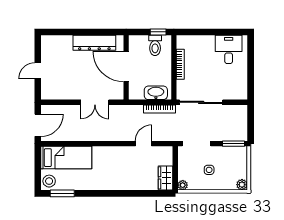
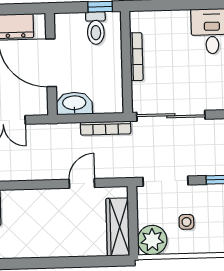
washbasin: (156, 93) -> (74, 103), moved
wardrobe: (166, 178) -> (118, 227), width x1.50
plant: (183, 185) -> (152, 240), width x1.87, depth x1.87

